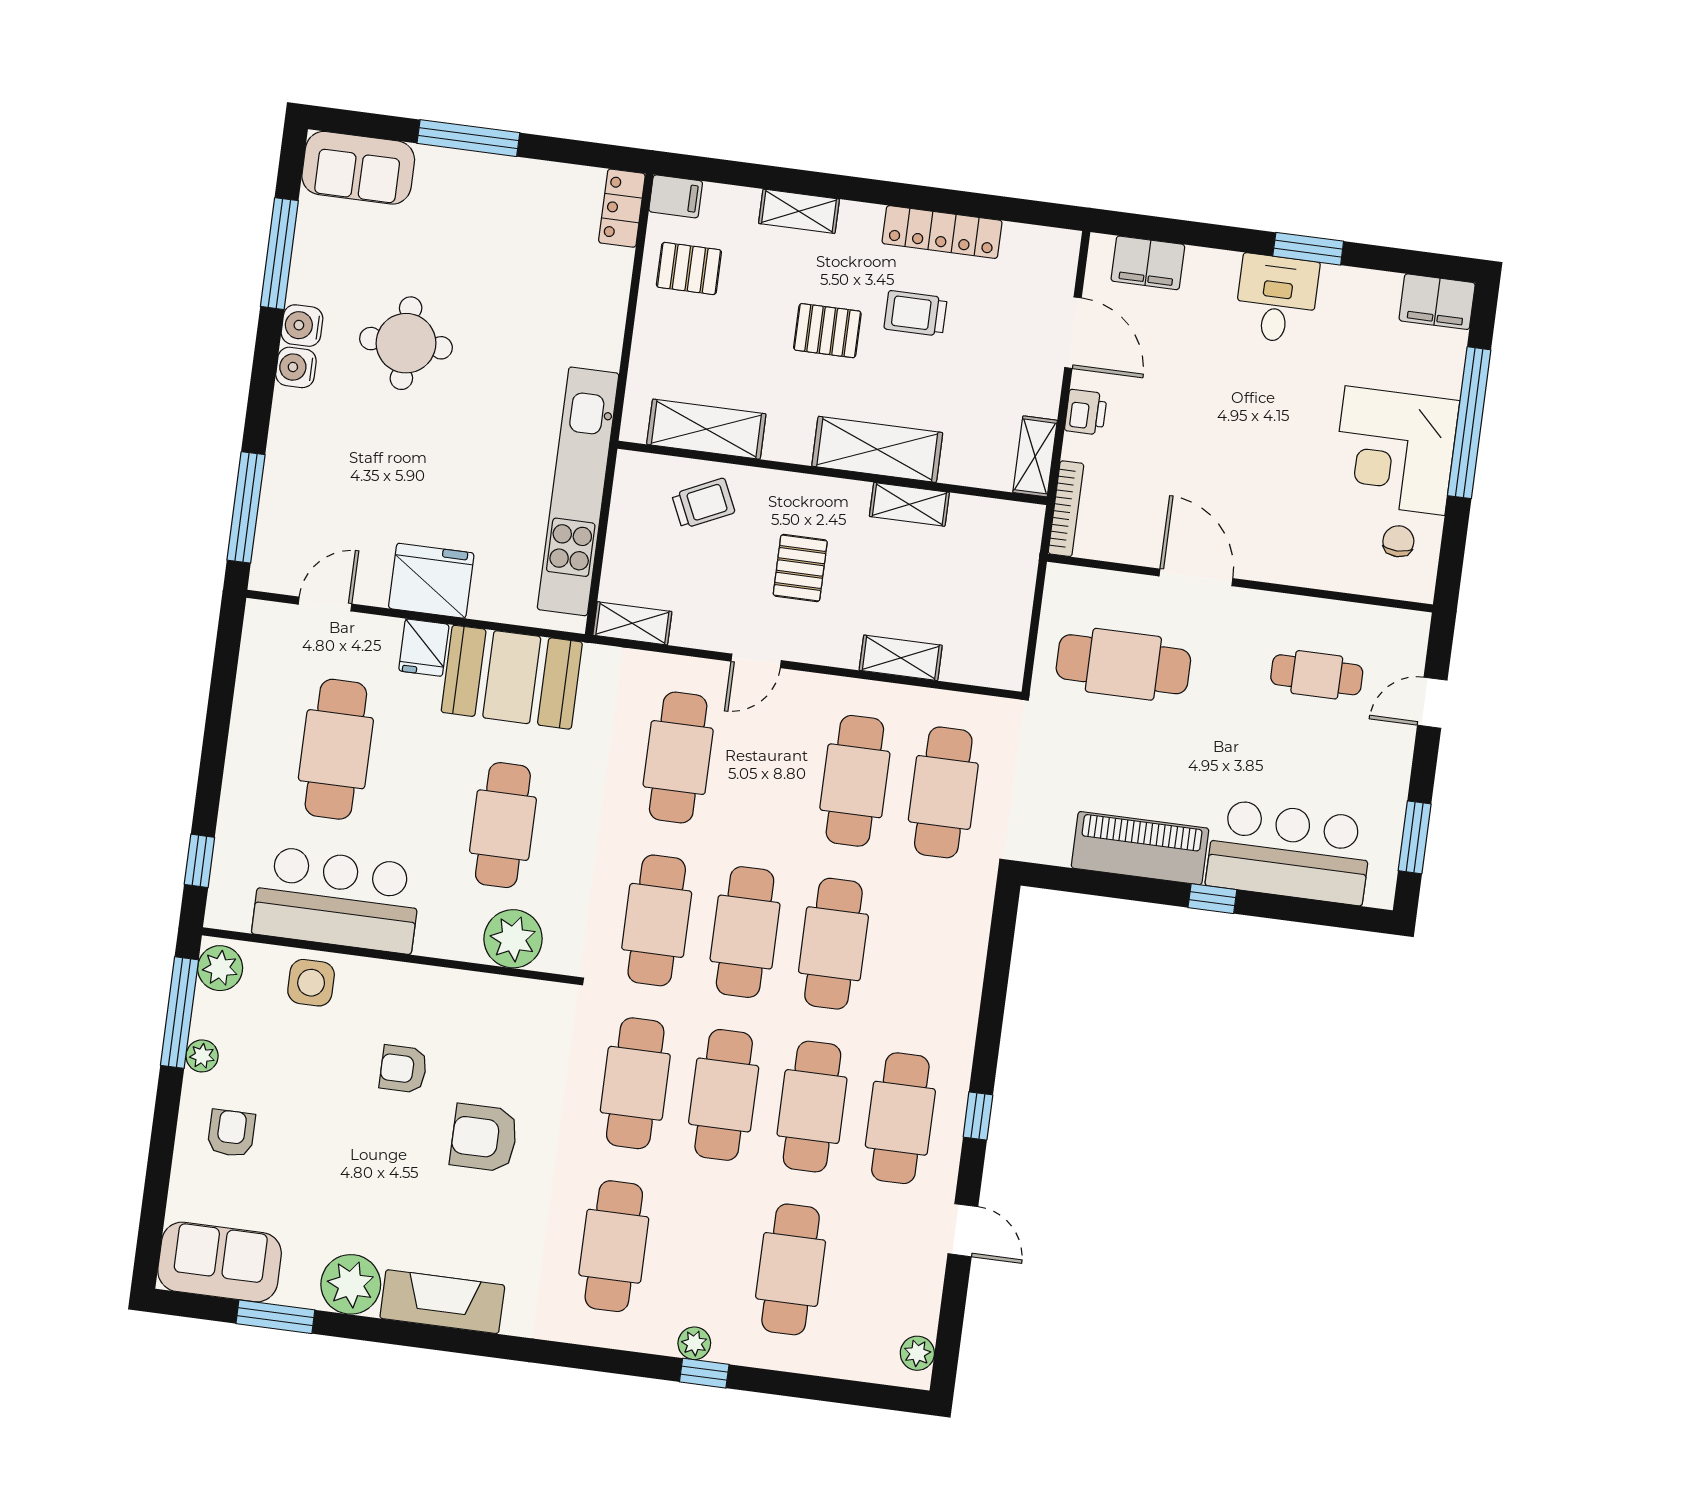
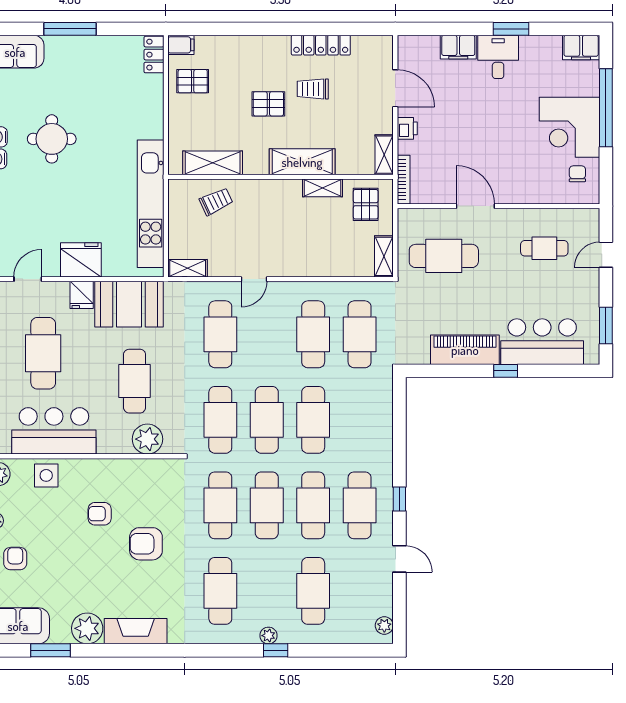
shelving: (799, 211) -> (246, 44), removed
filing cabinet: (1148, 263) -> (458, 47), moved
pallet: (800, 568) -> (366, 204), moved
shelving: (901, 658) -> (384, 256), moved, turned 90

